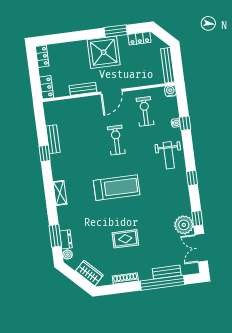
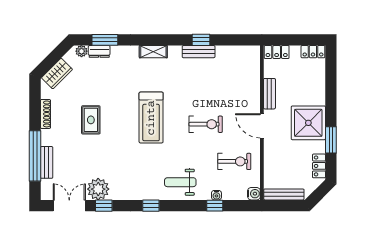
bench: (53, 139) -> (199, 52), moved

